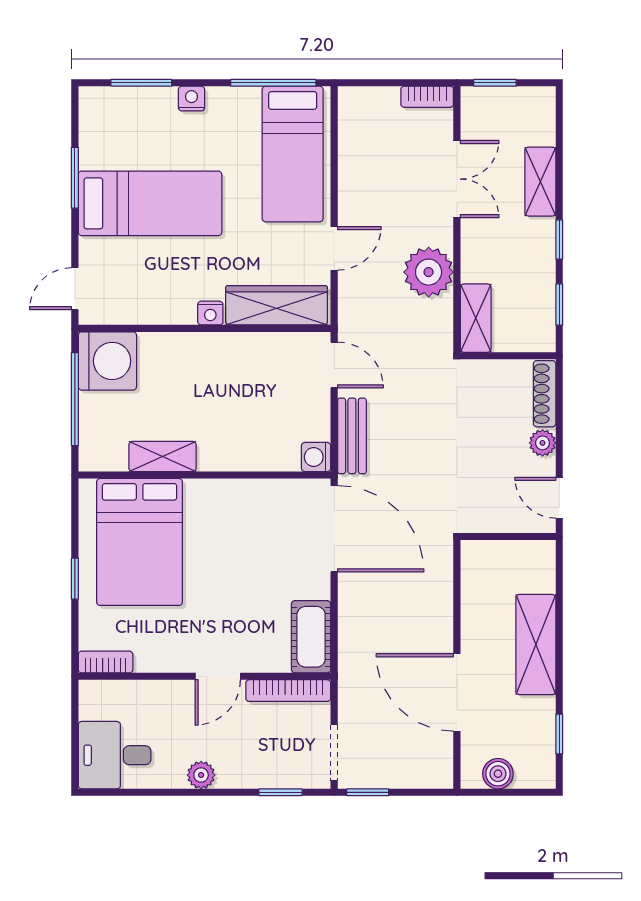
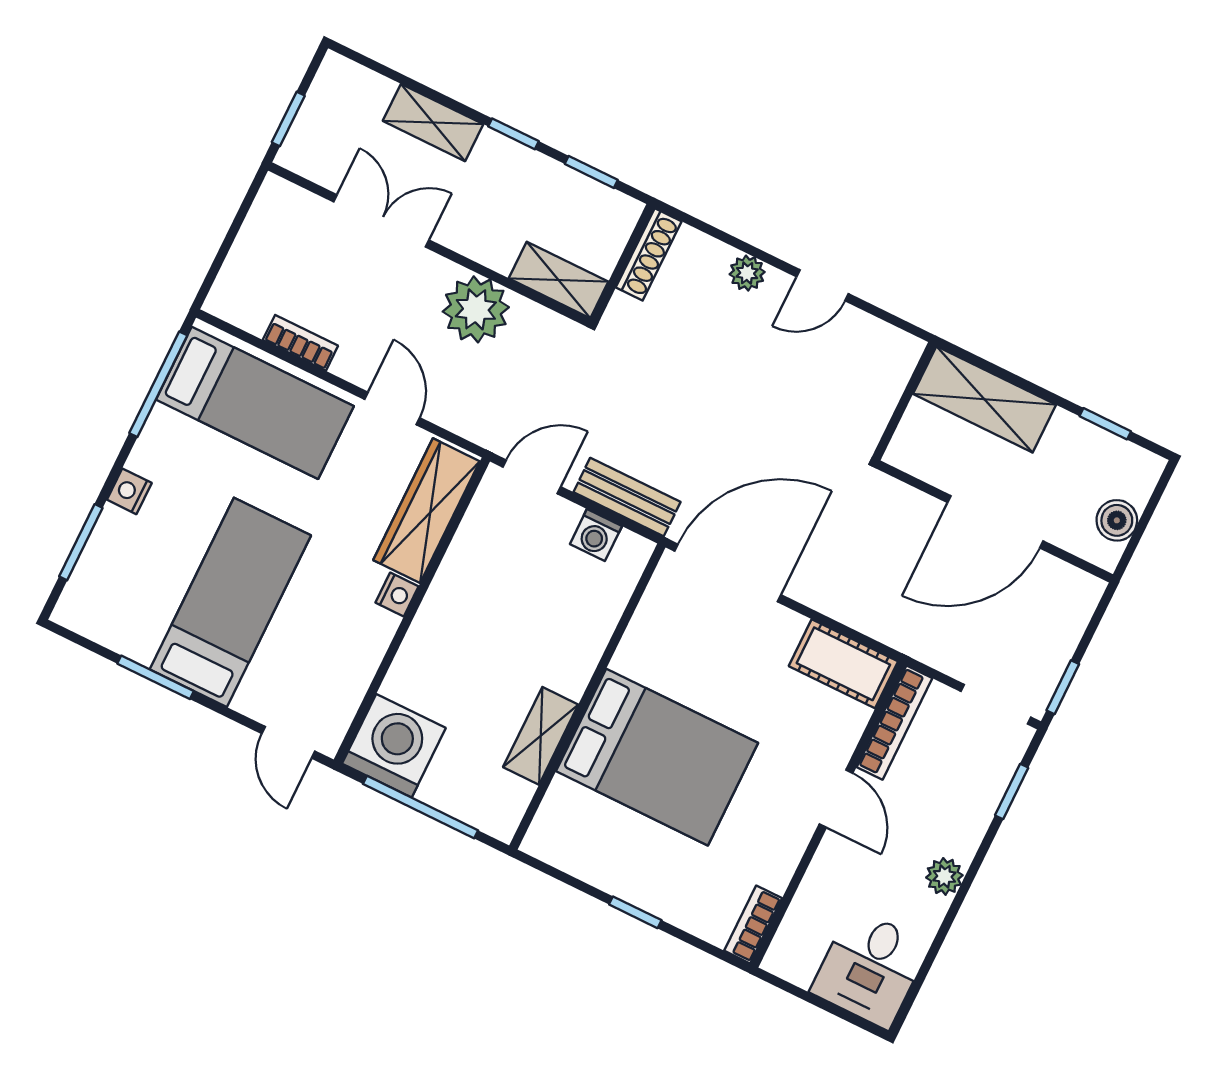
bookcase: (427, 97) -> (300, 343), moved, turned -90
shoe rack: (545, 394) -> (649, 254), moved, turned -90
washing machine: (316, 457) -> (596, 535), moved
wall: (508, 536) -> (904, 401), moved
bed: (140, 542) -> (657, 757), moved

